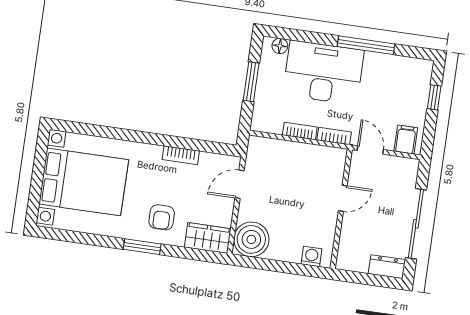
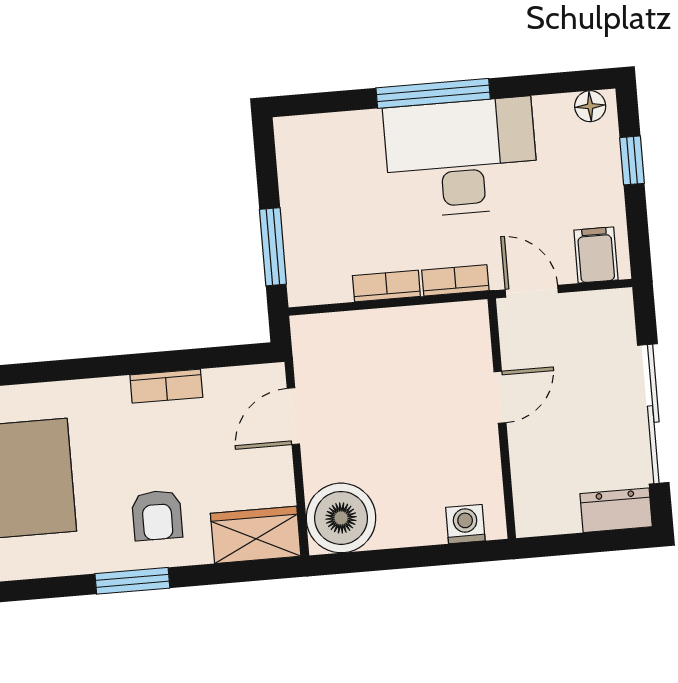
window: (366, 45) -> (433, 93), moved
floor lamp: (280, 46) -> (590, 106), moved
desk: (323, 73) -> (461, 157), moved
window: (251, 82) -> (273, 247), moved

